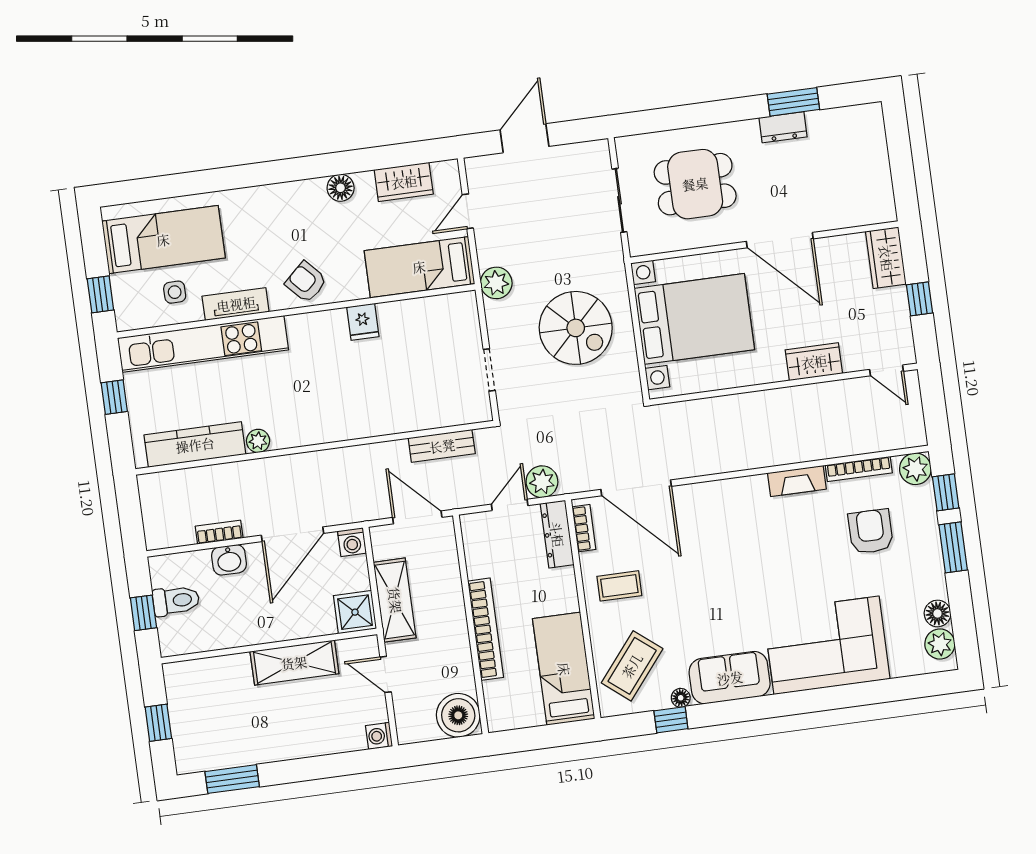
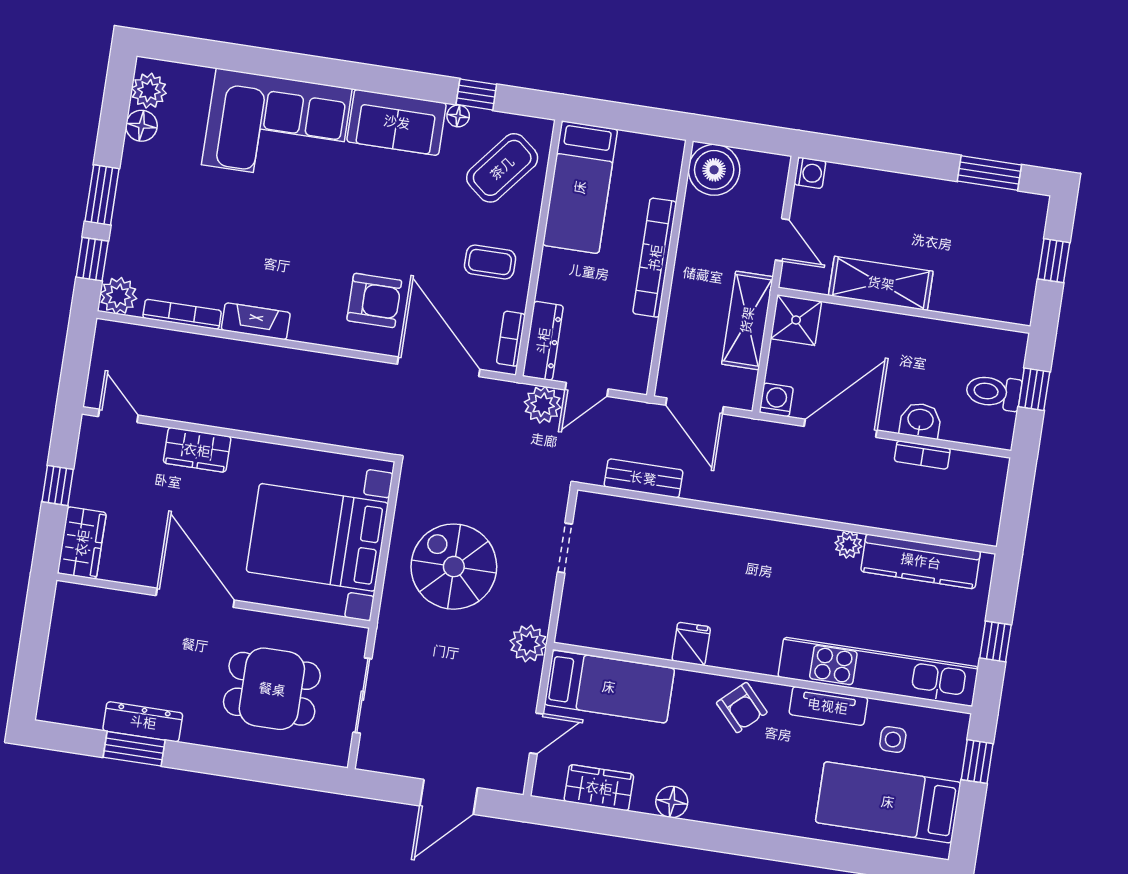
dresser: (783, 127) -> (143, 722), width x1.44
armchair: (871, 531) -> (374, 300), moved, turned -90

